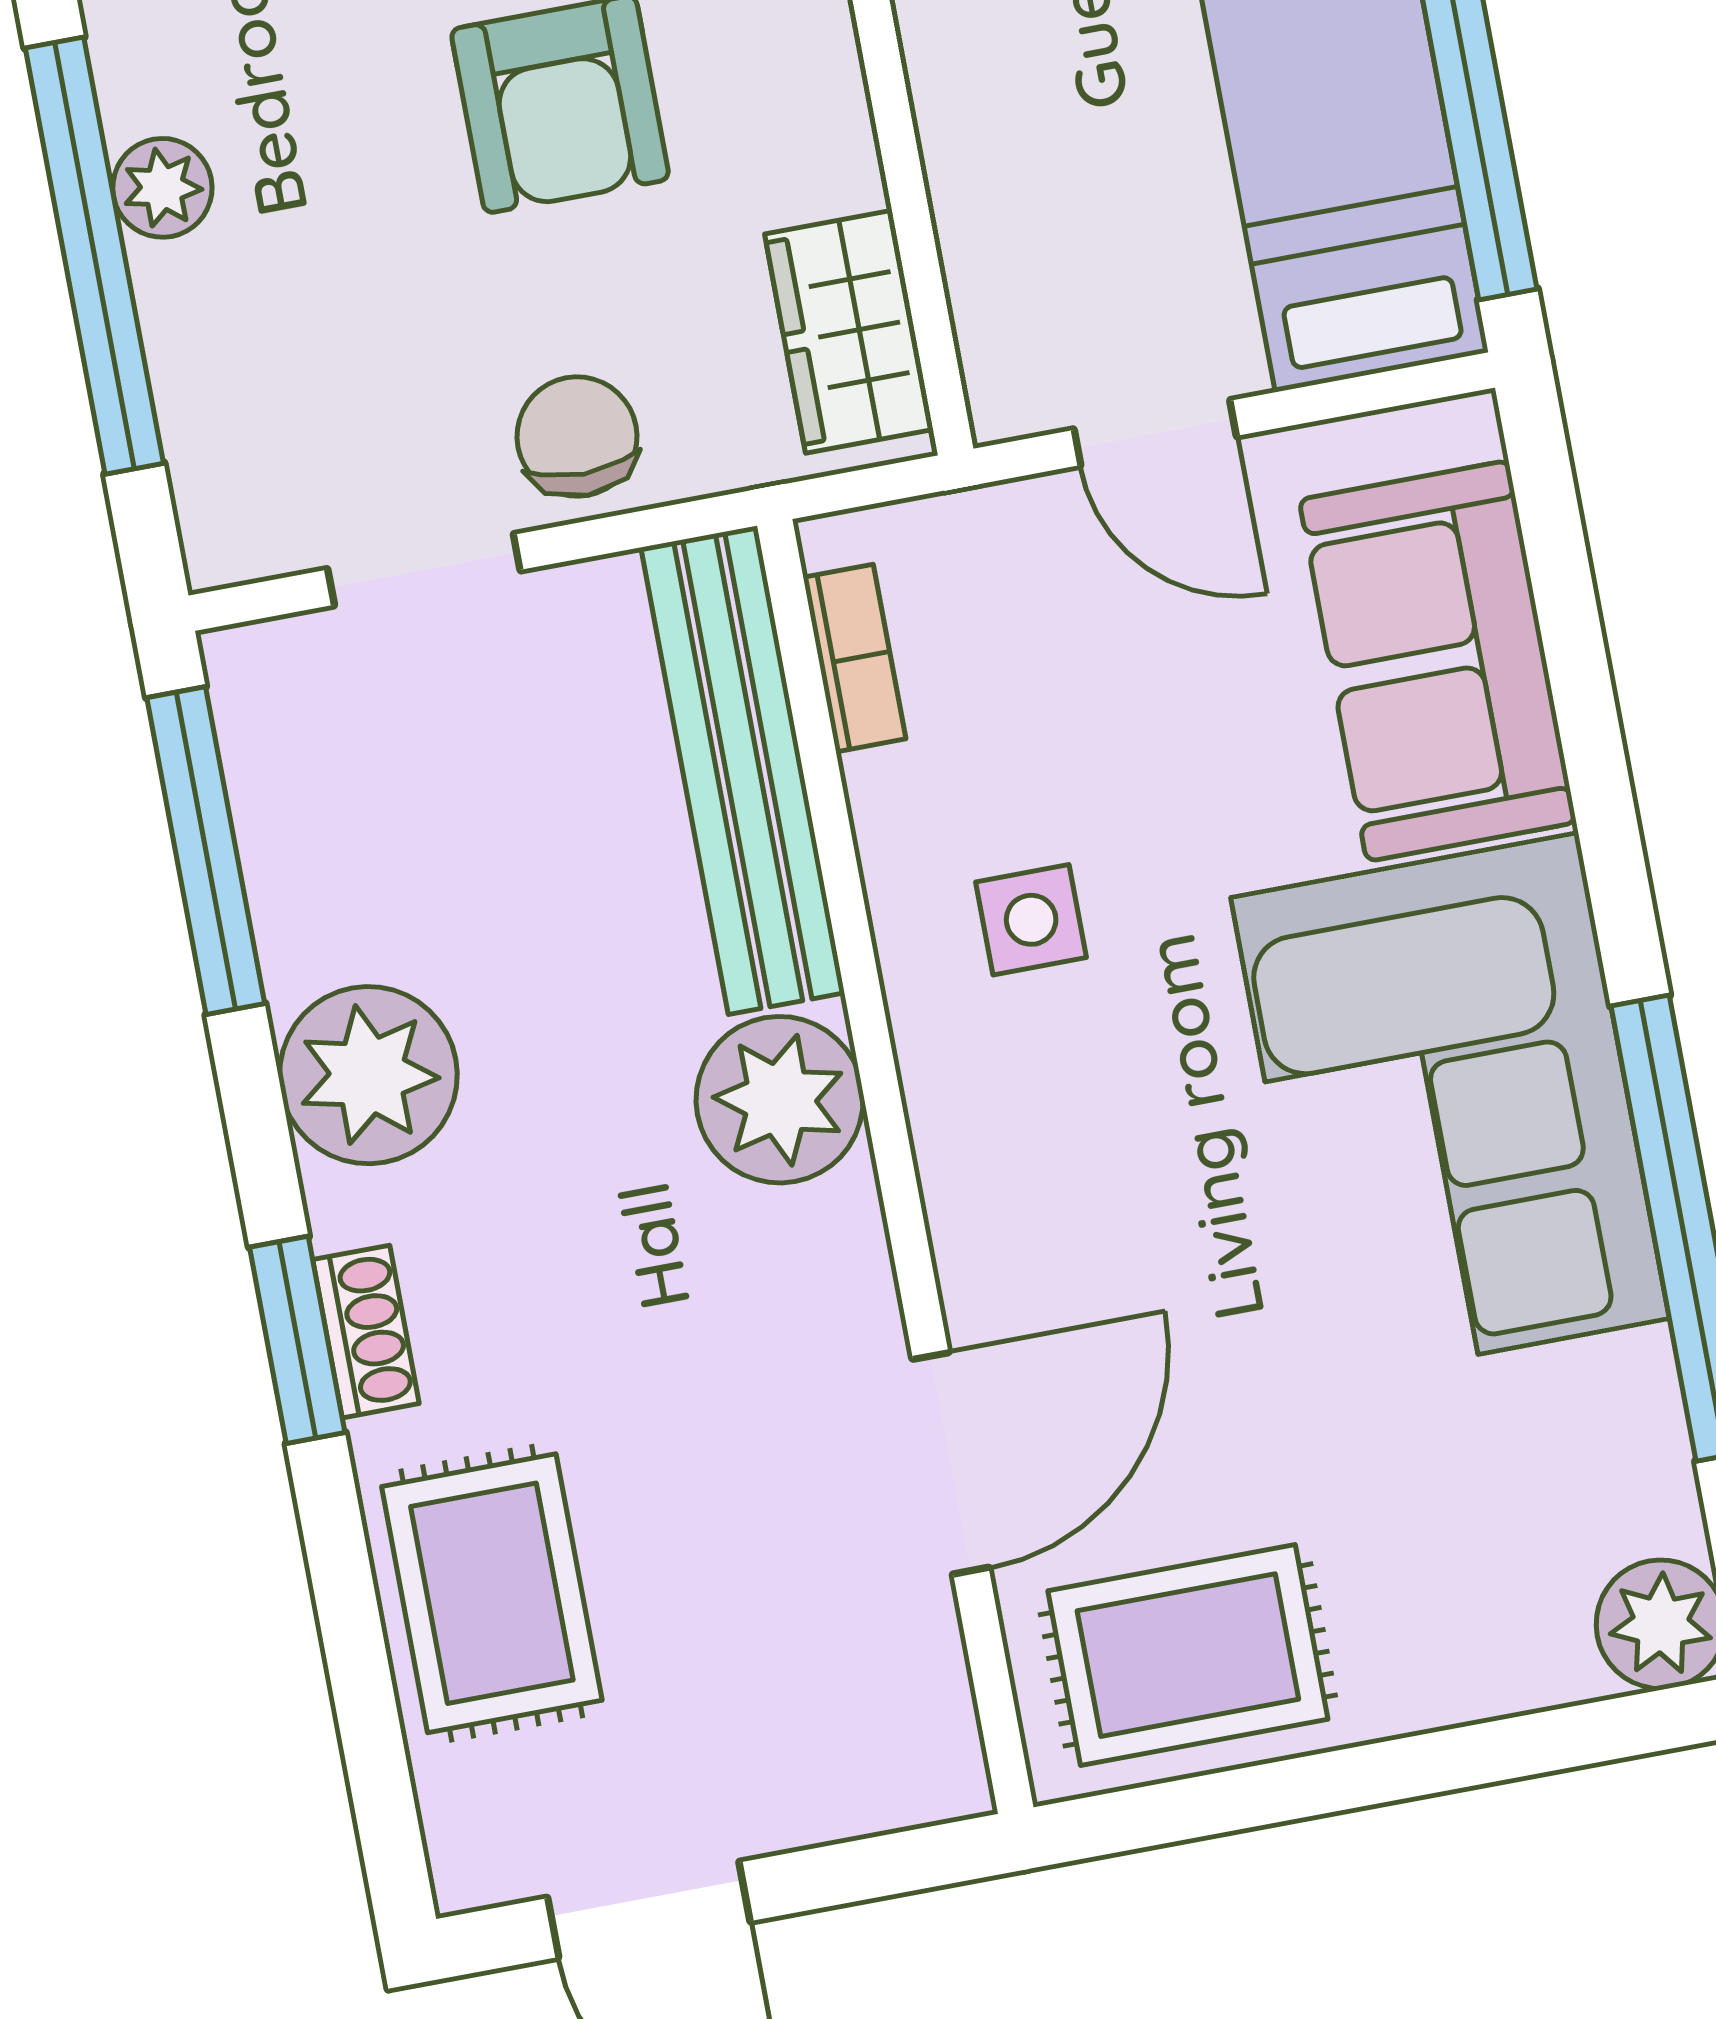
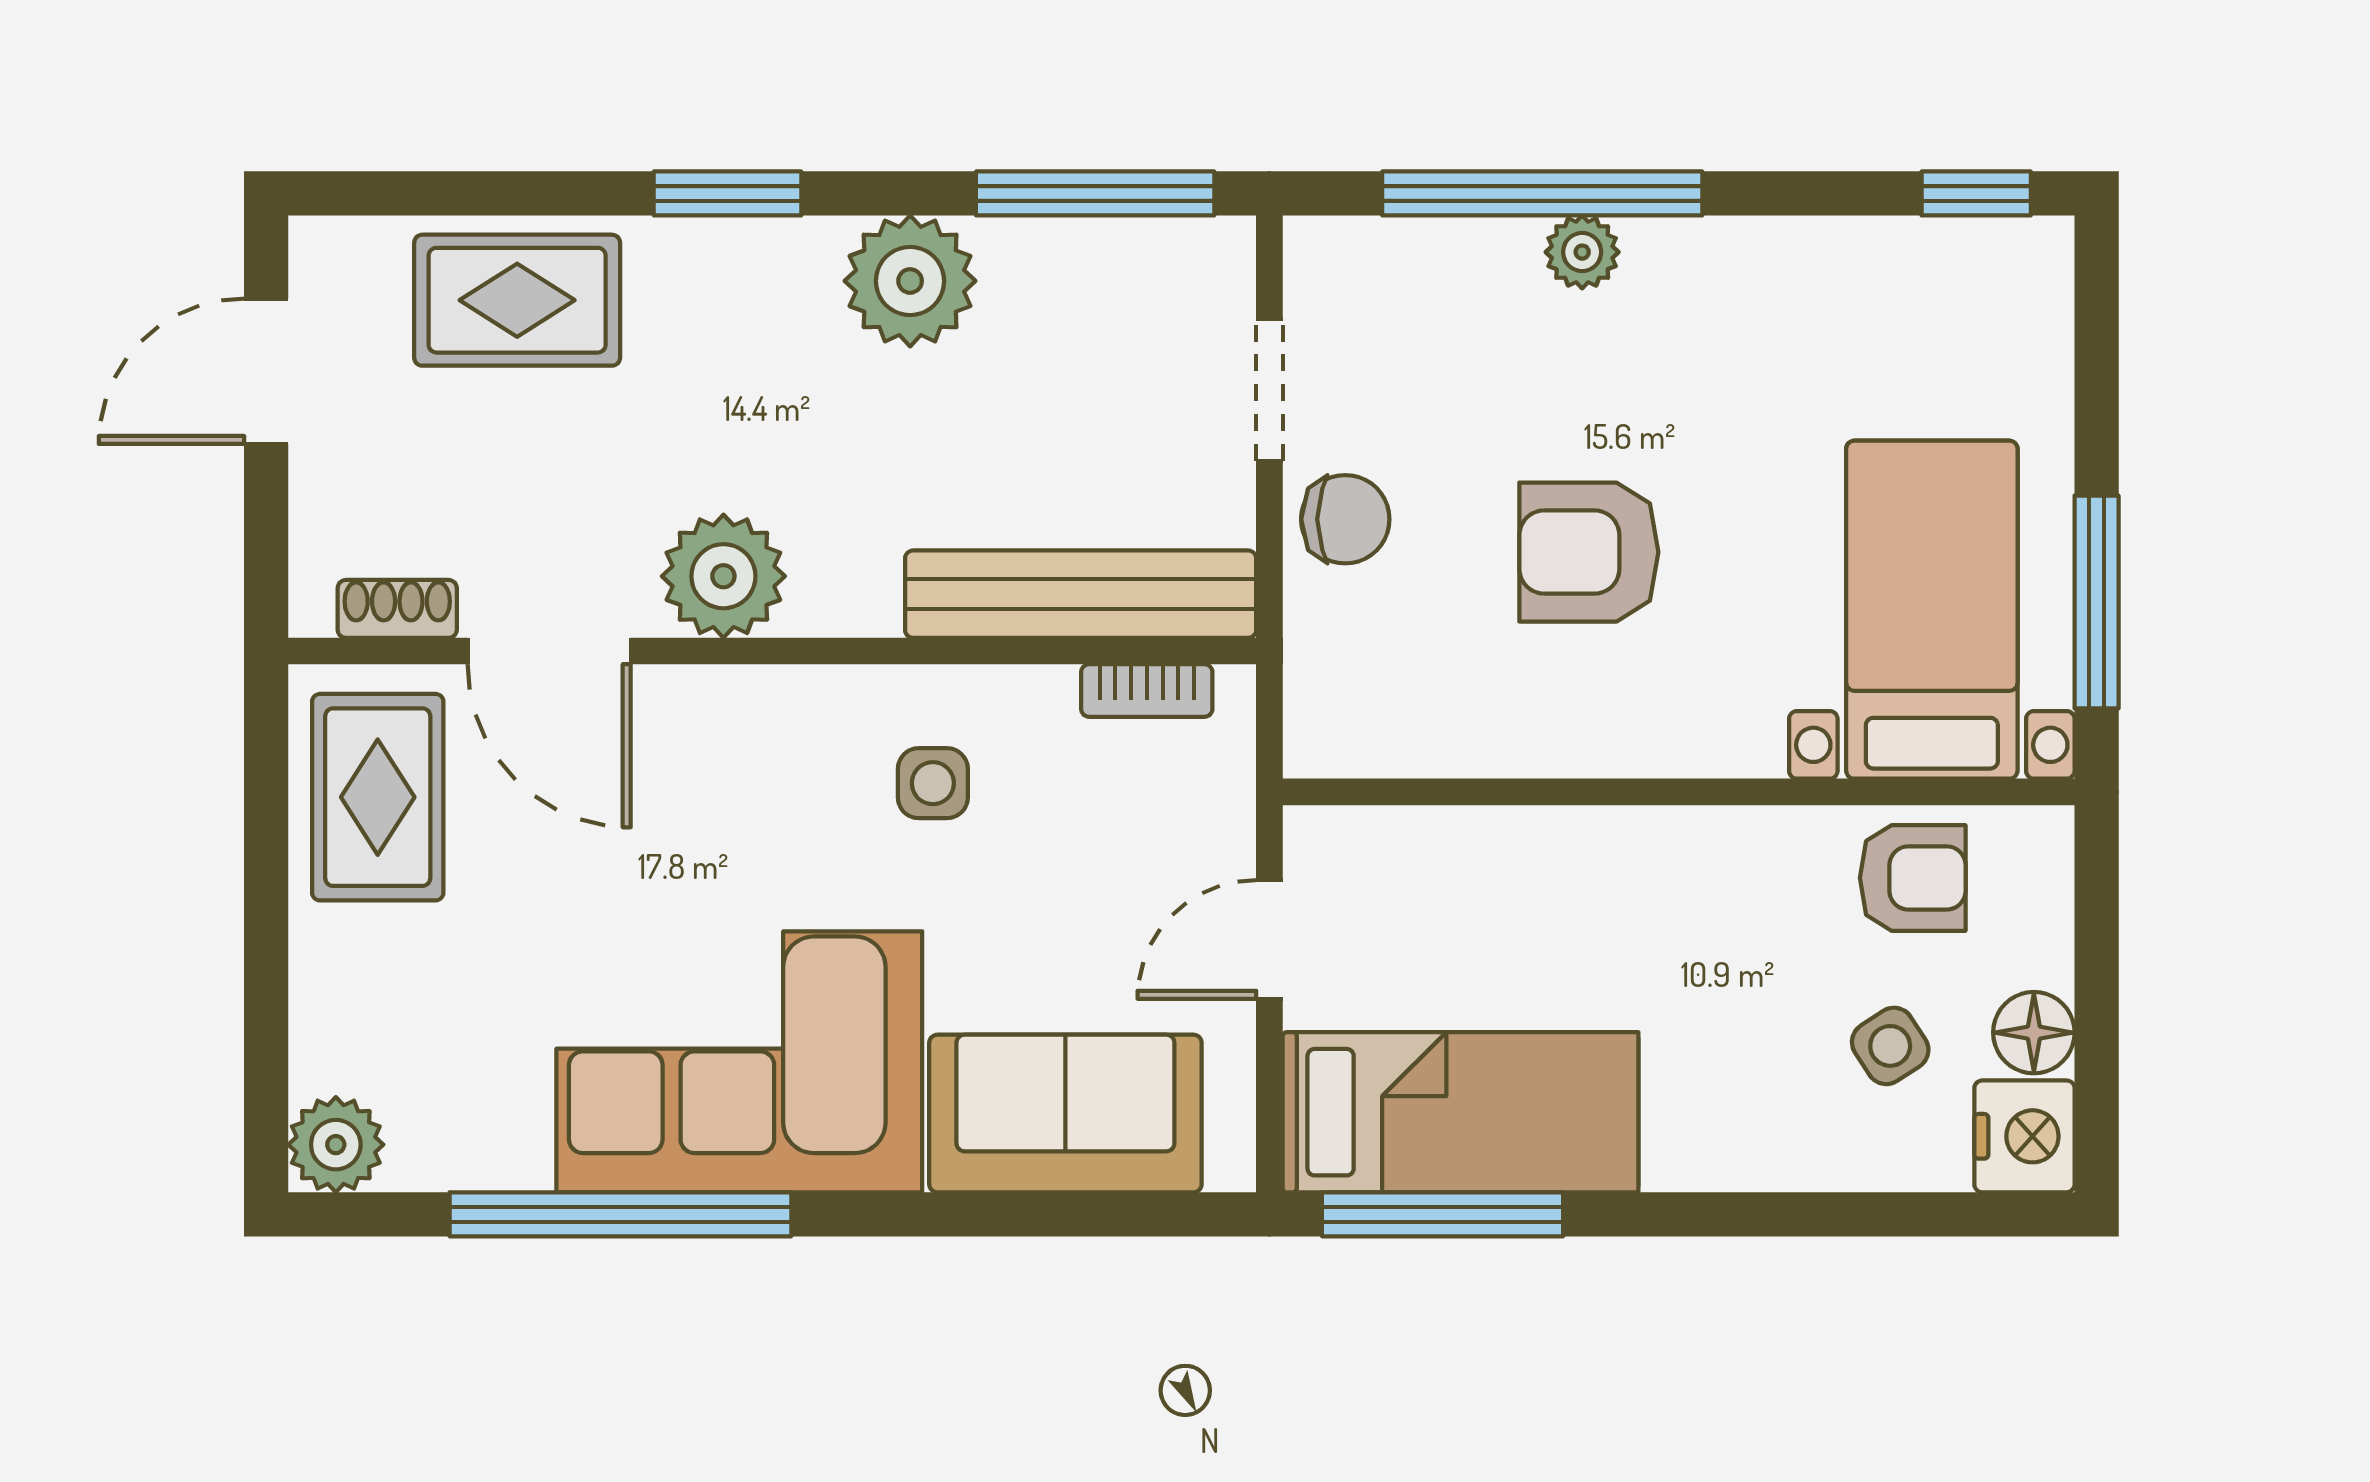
wardrobe: (849, 332) -> (1384, 731), removed
plant: (780, 1100) -> (723, 576), moved
shoe rack: (366, 1332) -> (397, 609), moved, turned 180

